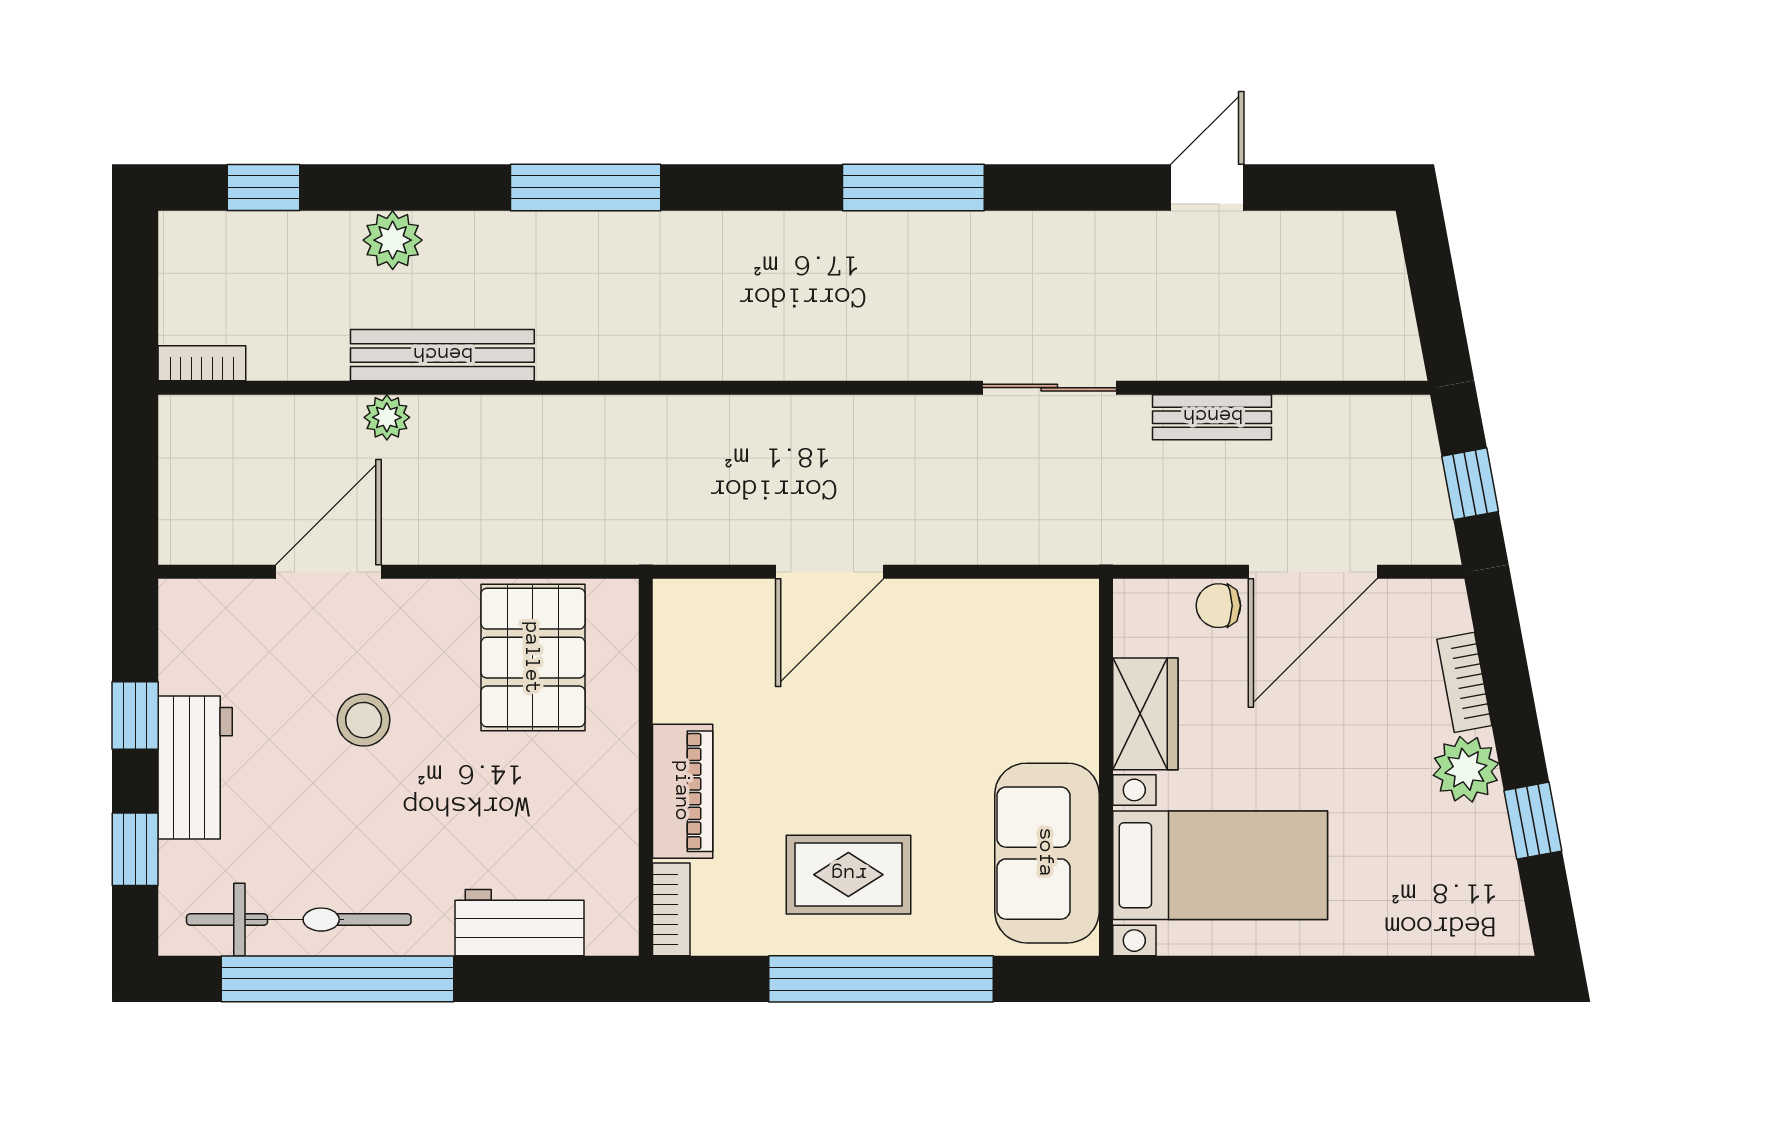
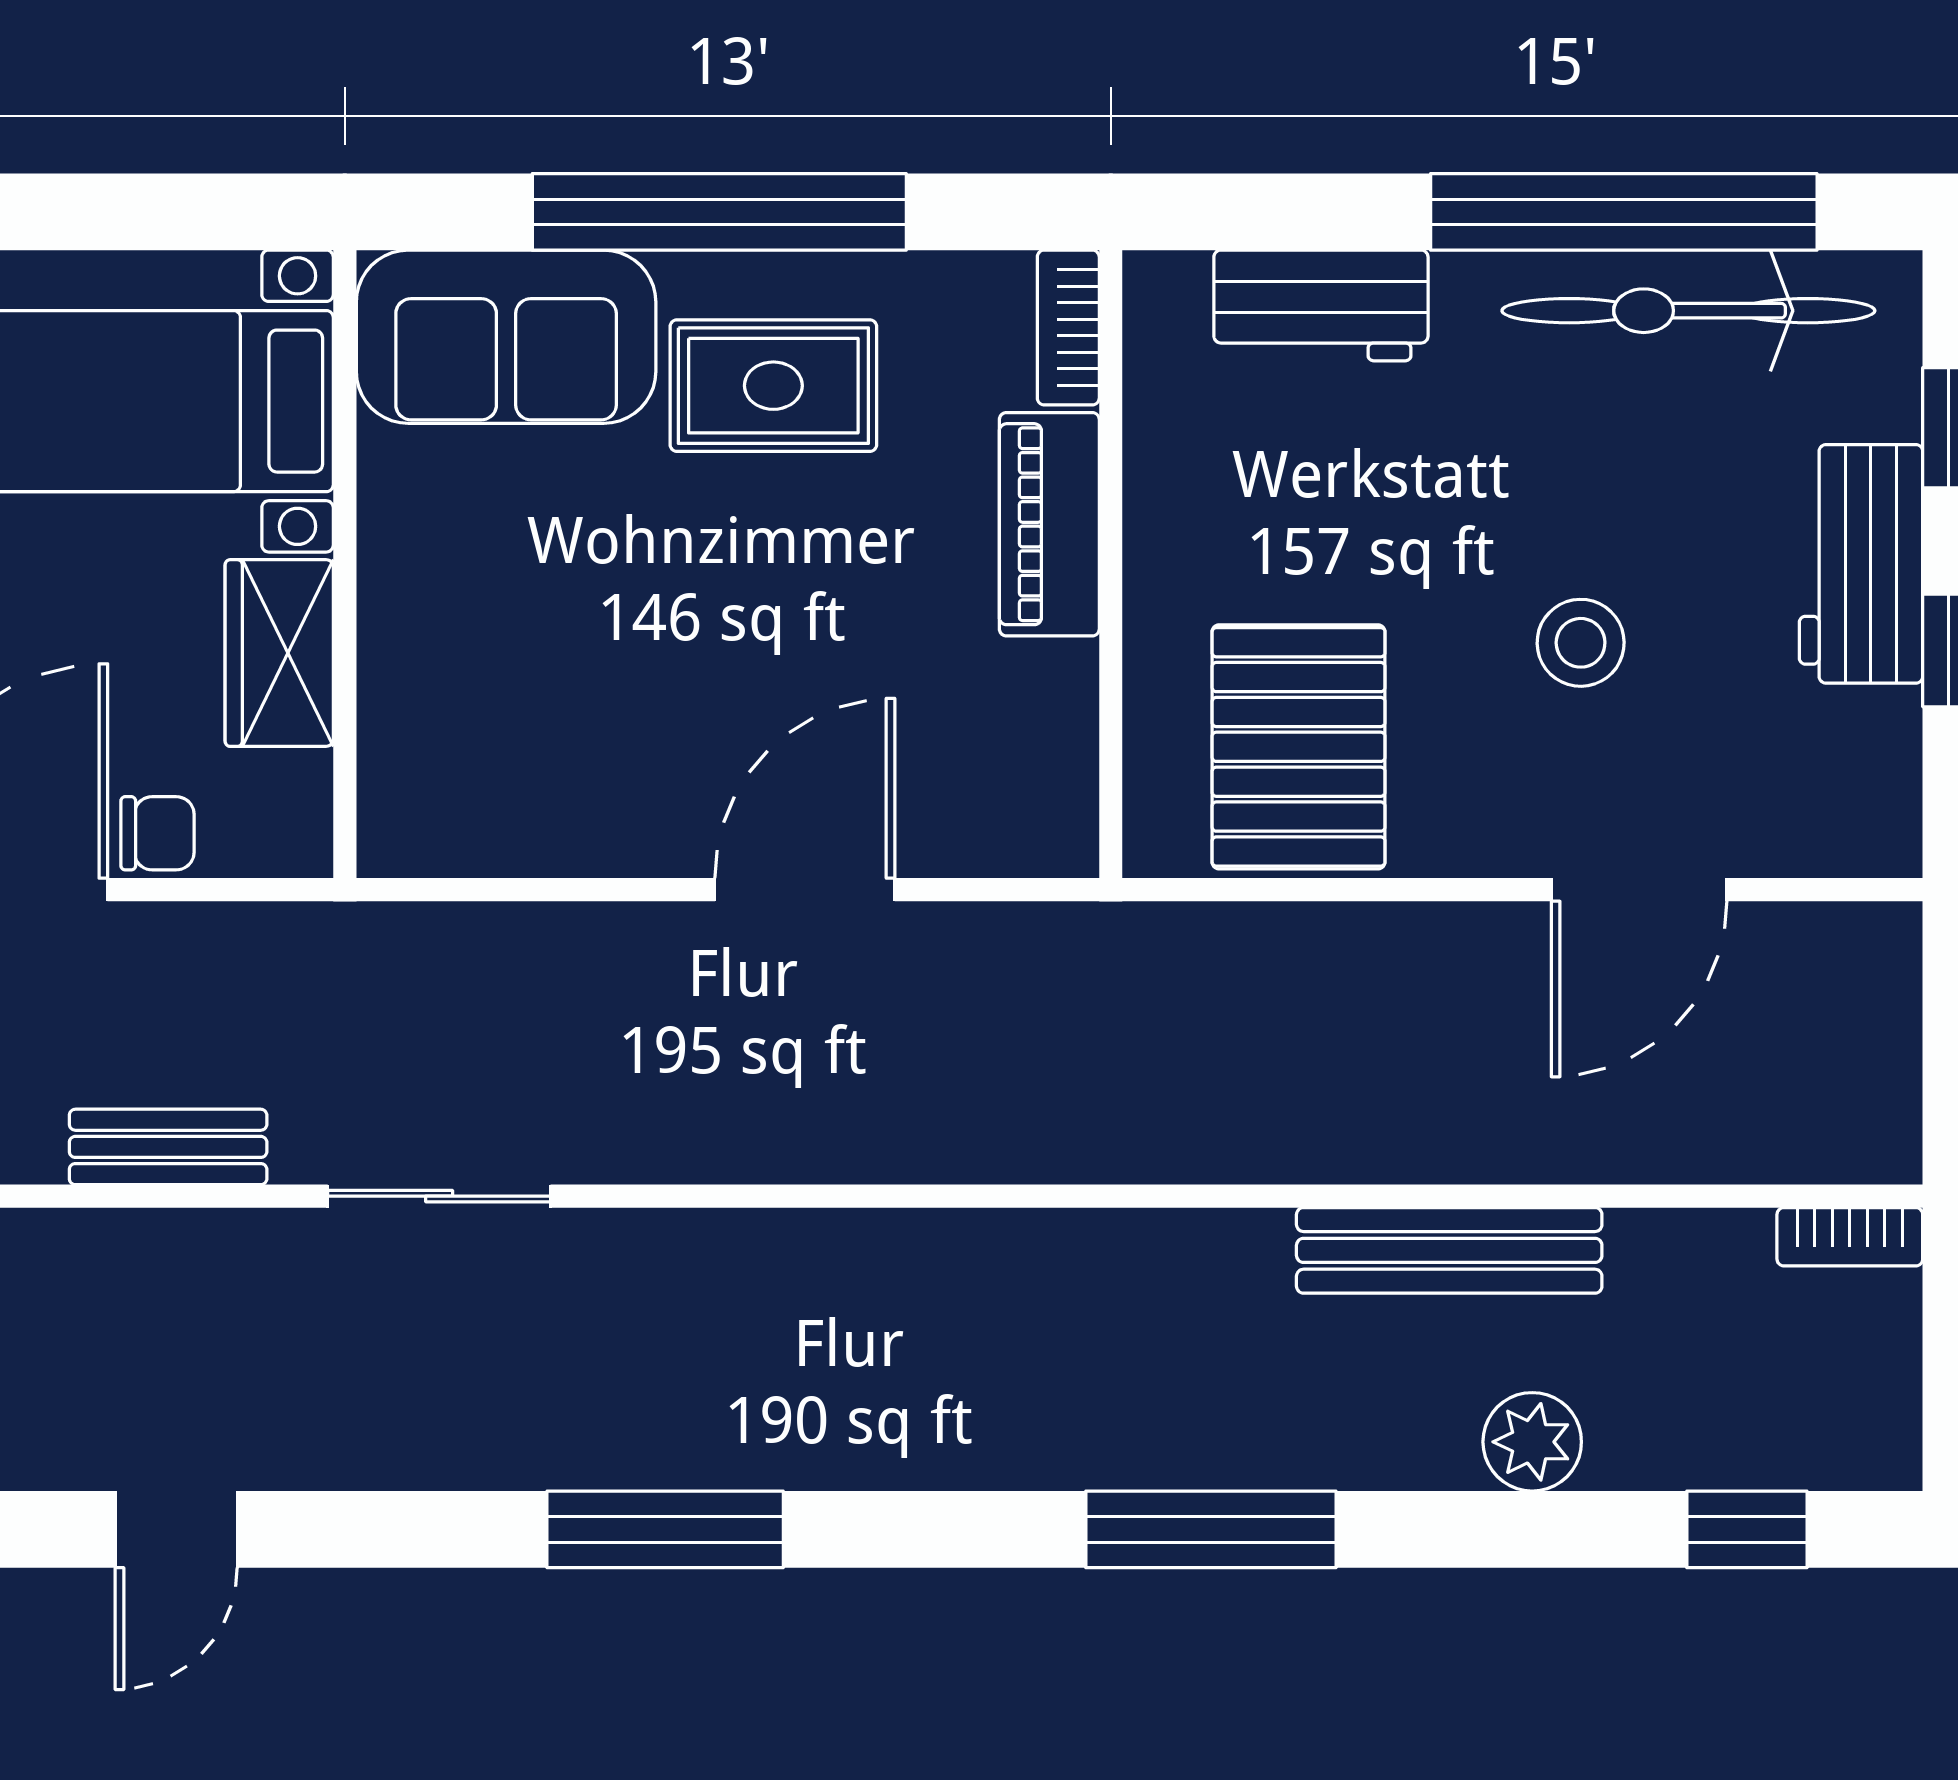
plant: (387, 417) -> (1542, 1147), removed
sofa: (1047, 853) -> (506, 337), moved, turned 90

